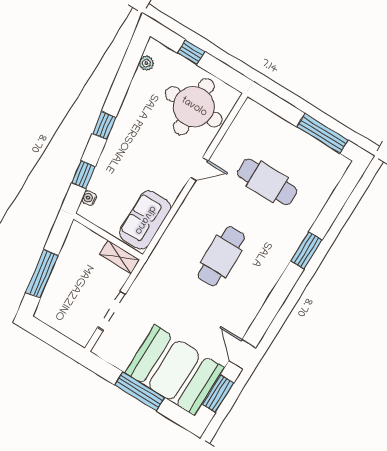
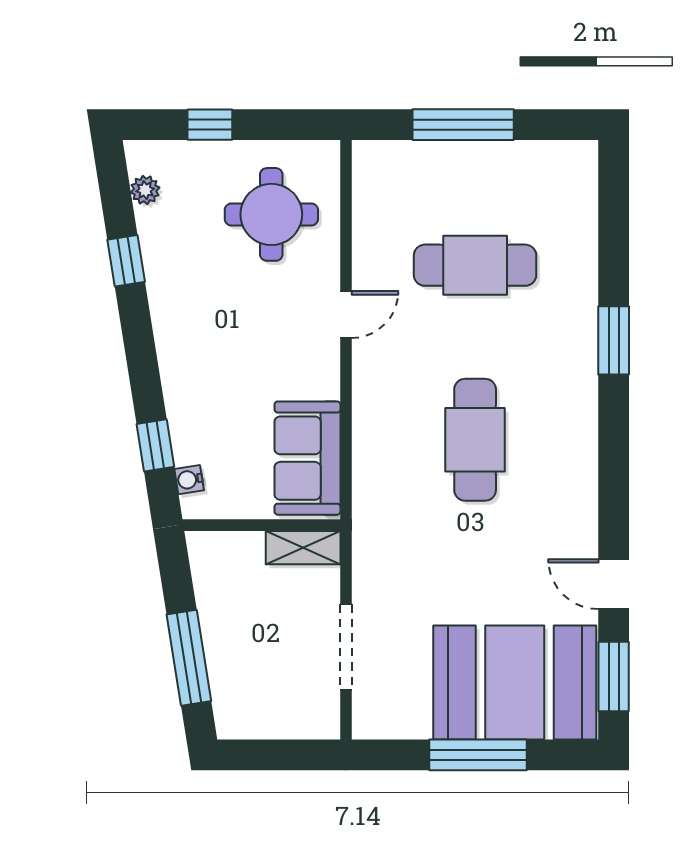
round table: (194, 107) -> (271, 214), width x0.73, depth x0.73
window: (104, 125) -> (126, 261), moved
window: (322, 133) -> (463, 125), moved

